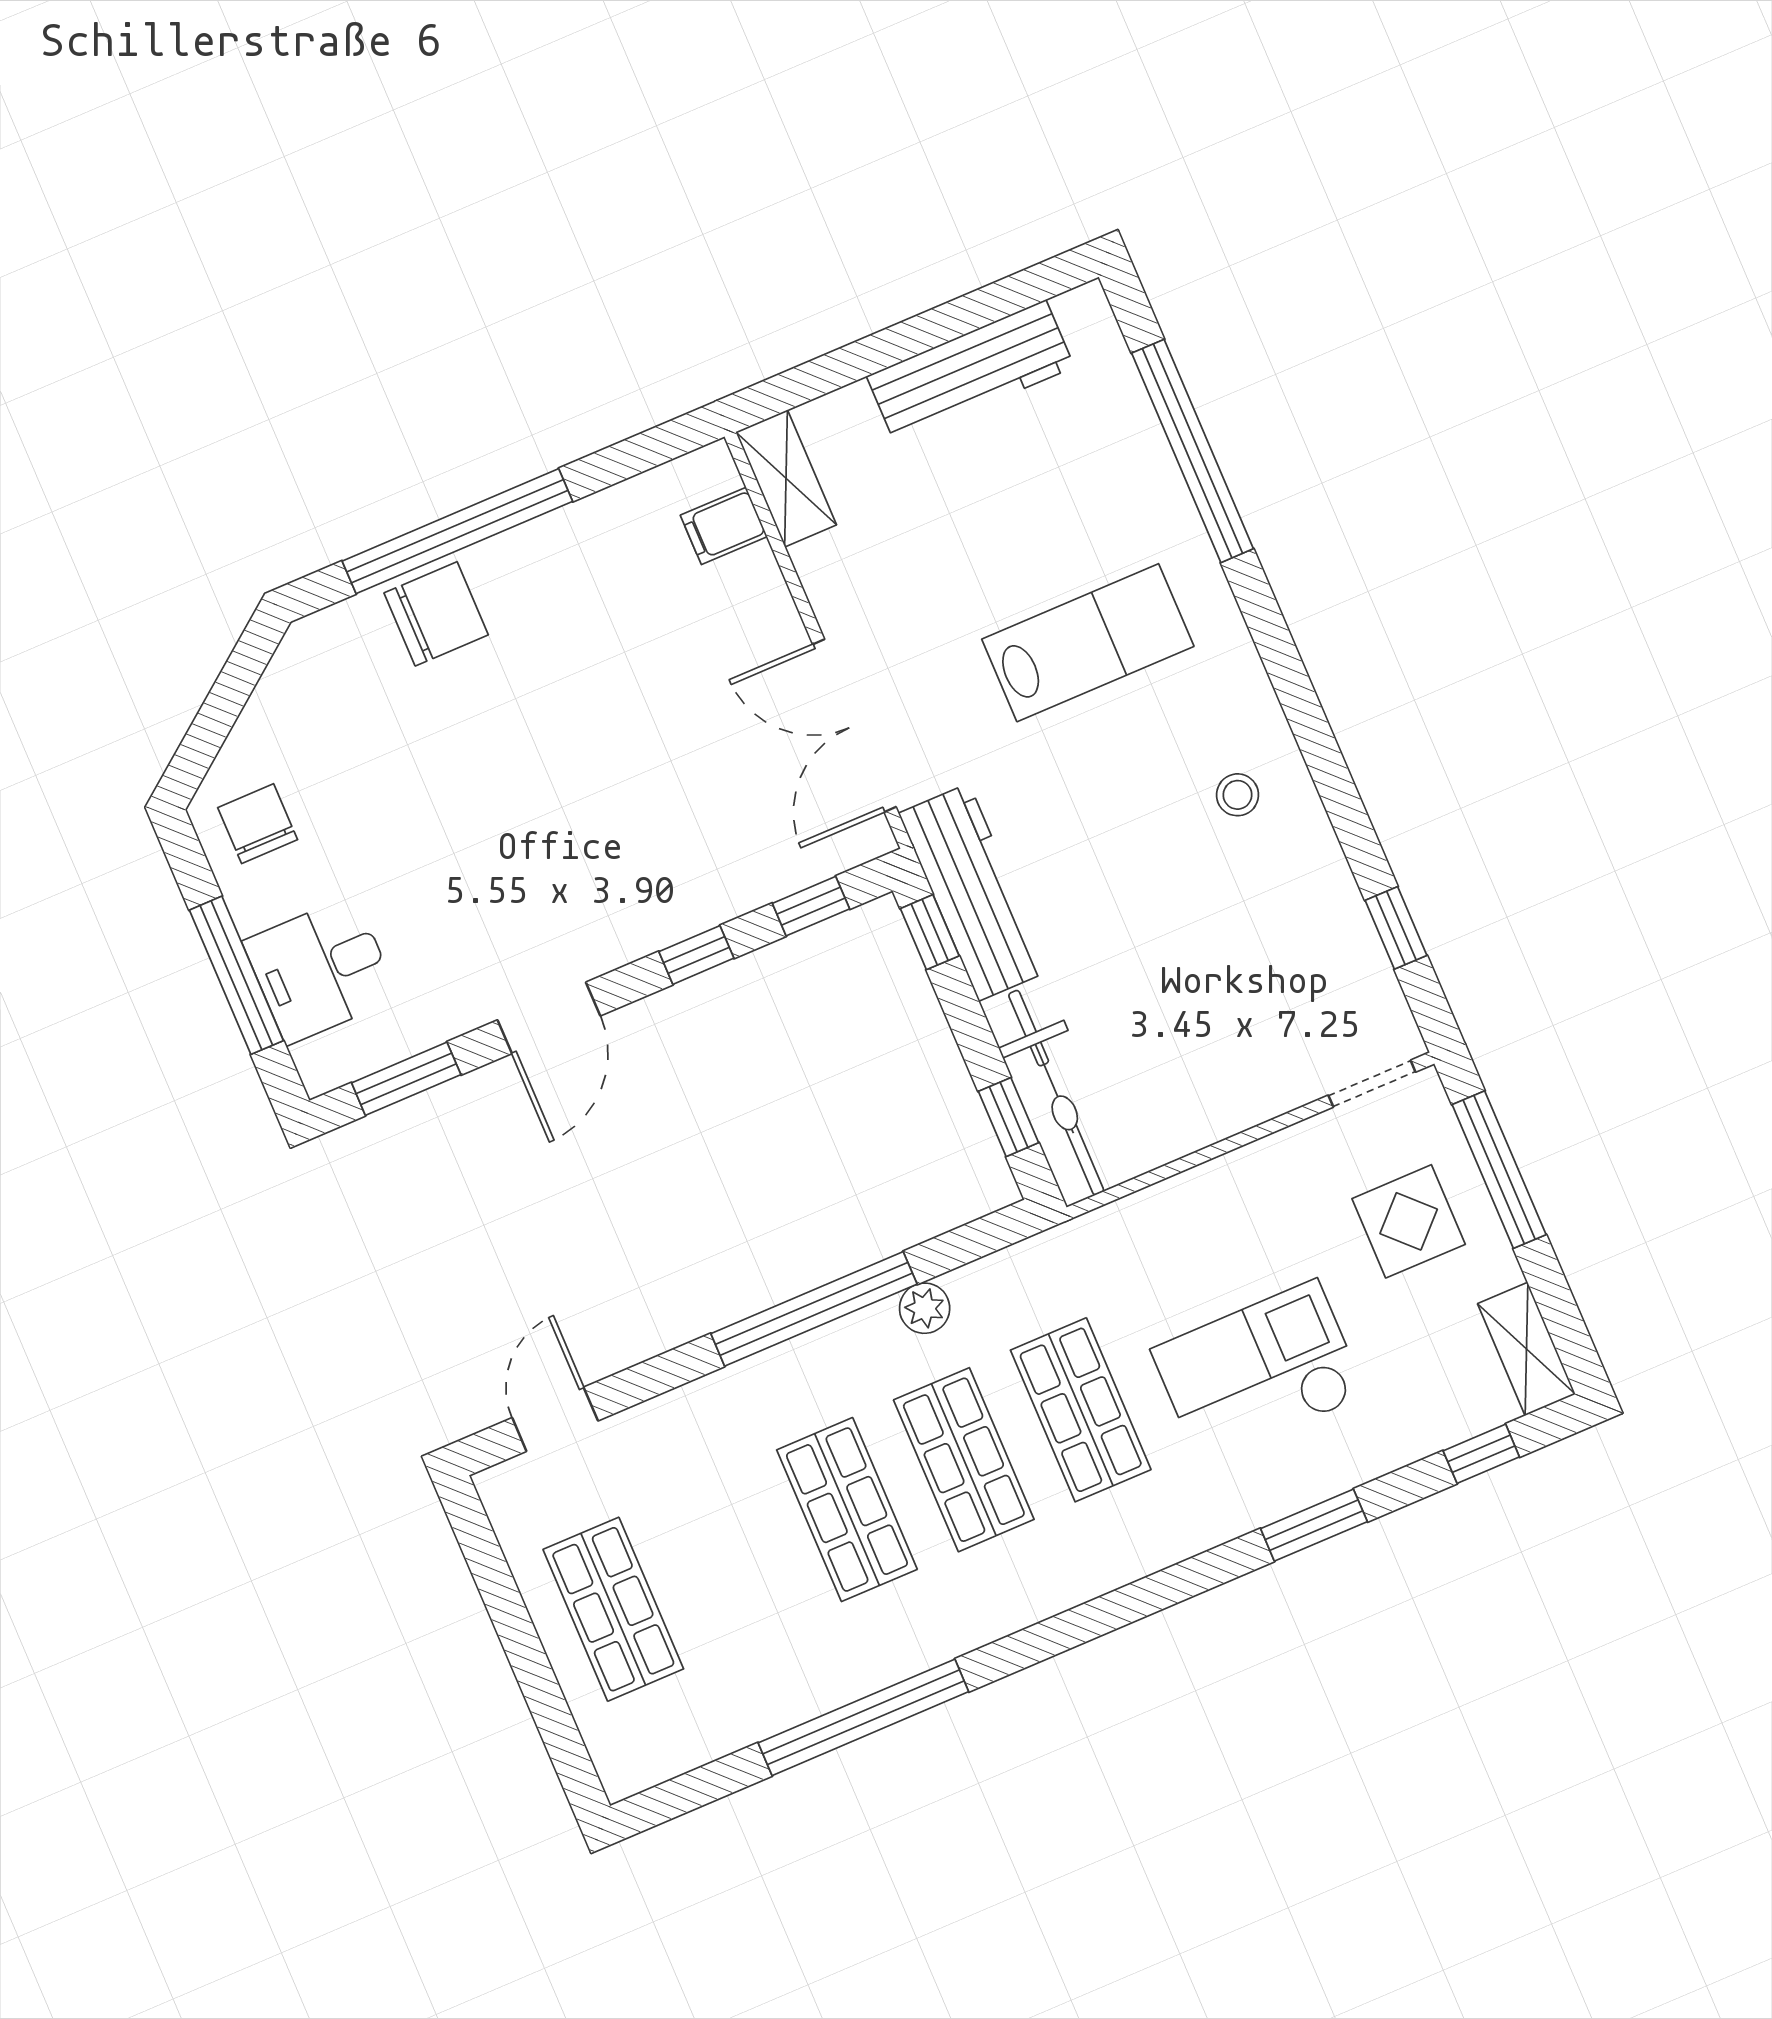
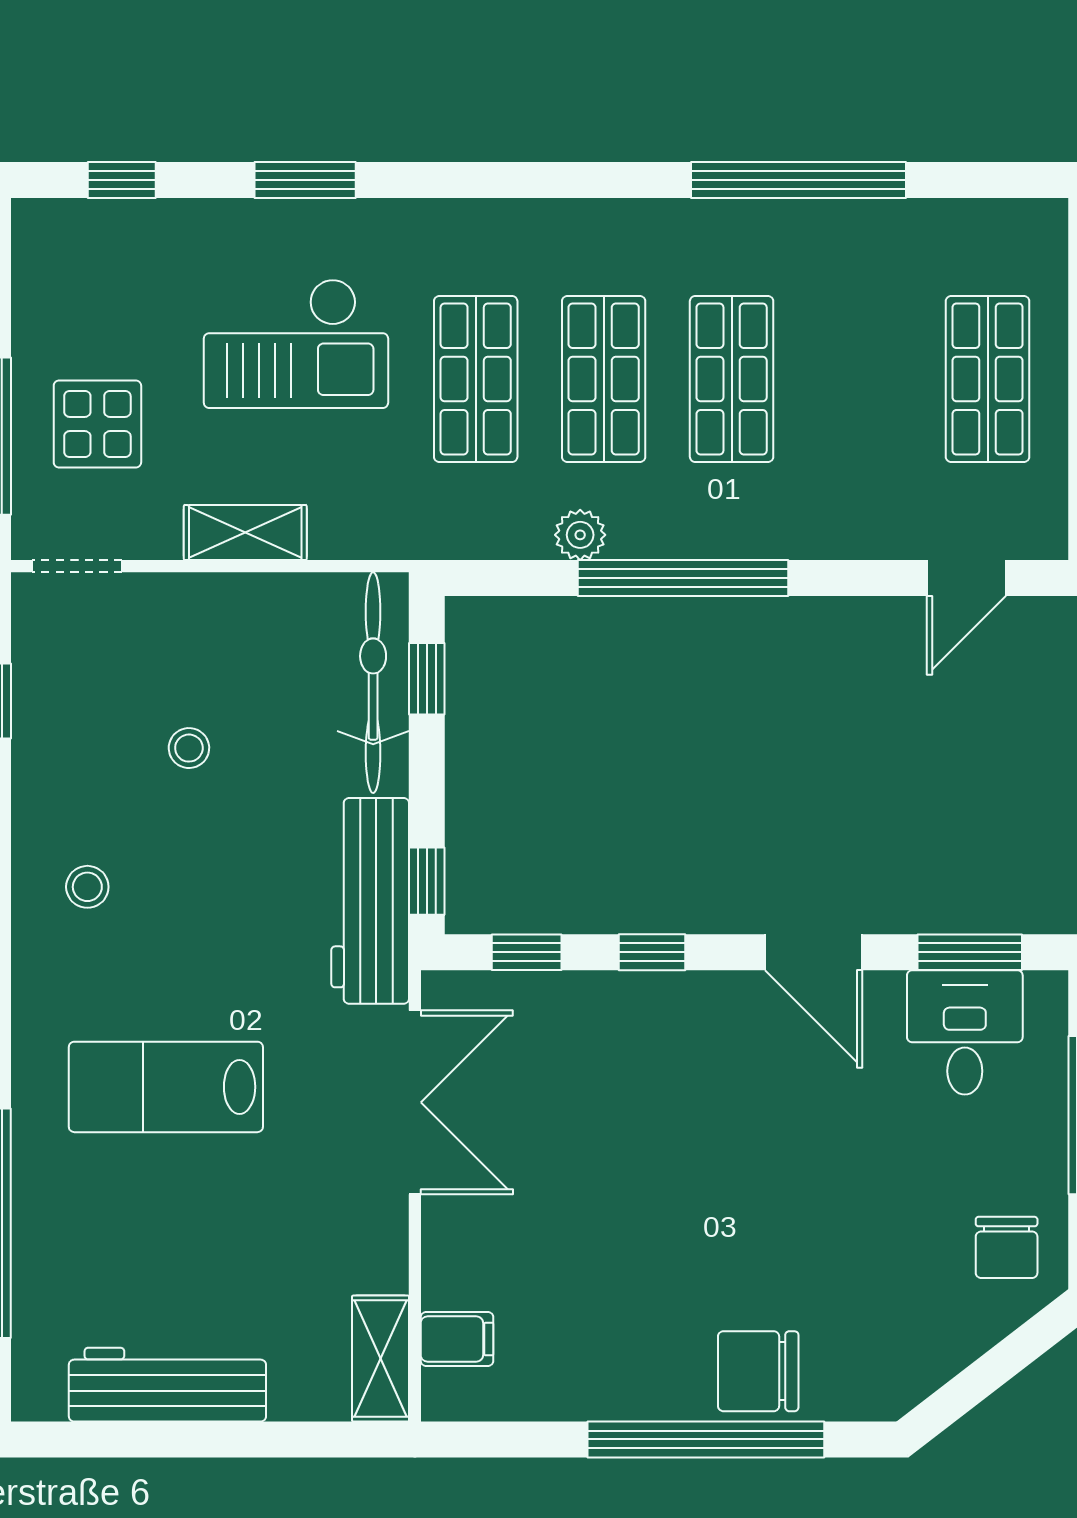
stool: (1199, 961) -> (189, 748), added
desk: (320, 970) -> (965, 1032), moved, turned -90
door: (549, 1018) -> (814, 952), swing flipped
shelving: (1527, 1349) -> (245, 533), moved, turned 90

